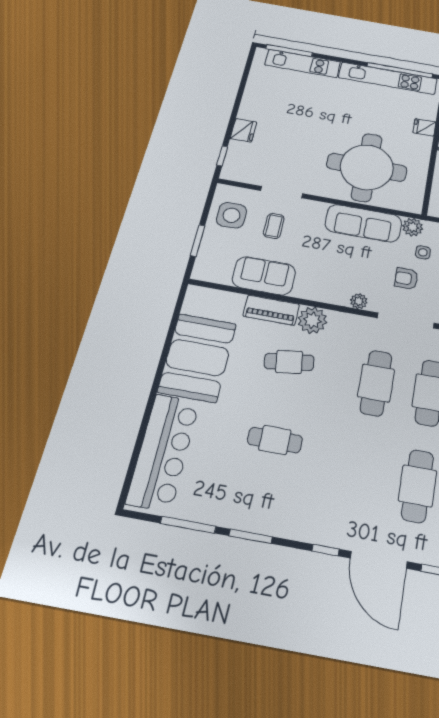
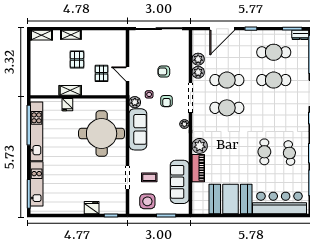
sofa: (264, 276) -> (180, 182), width x1.36
cafe table: (289, 362) -> (289, 153), moved

